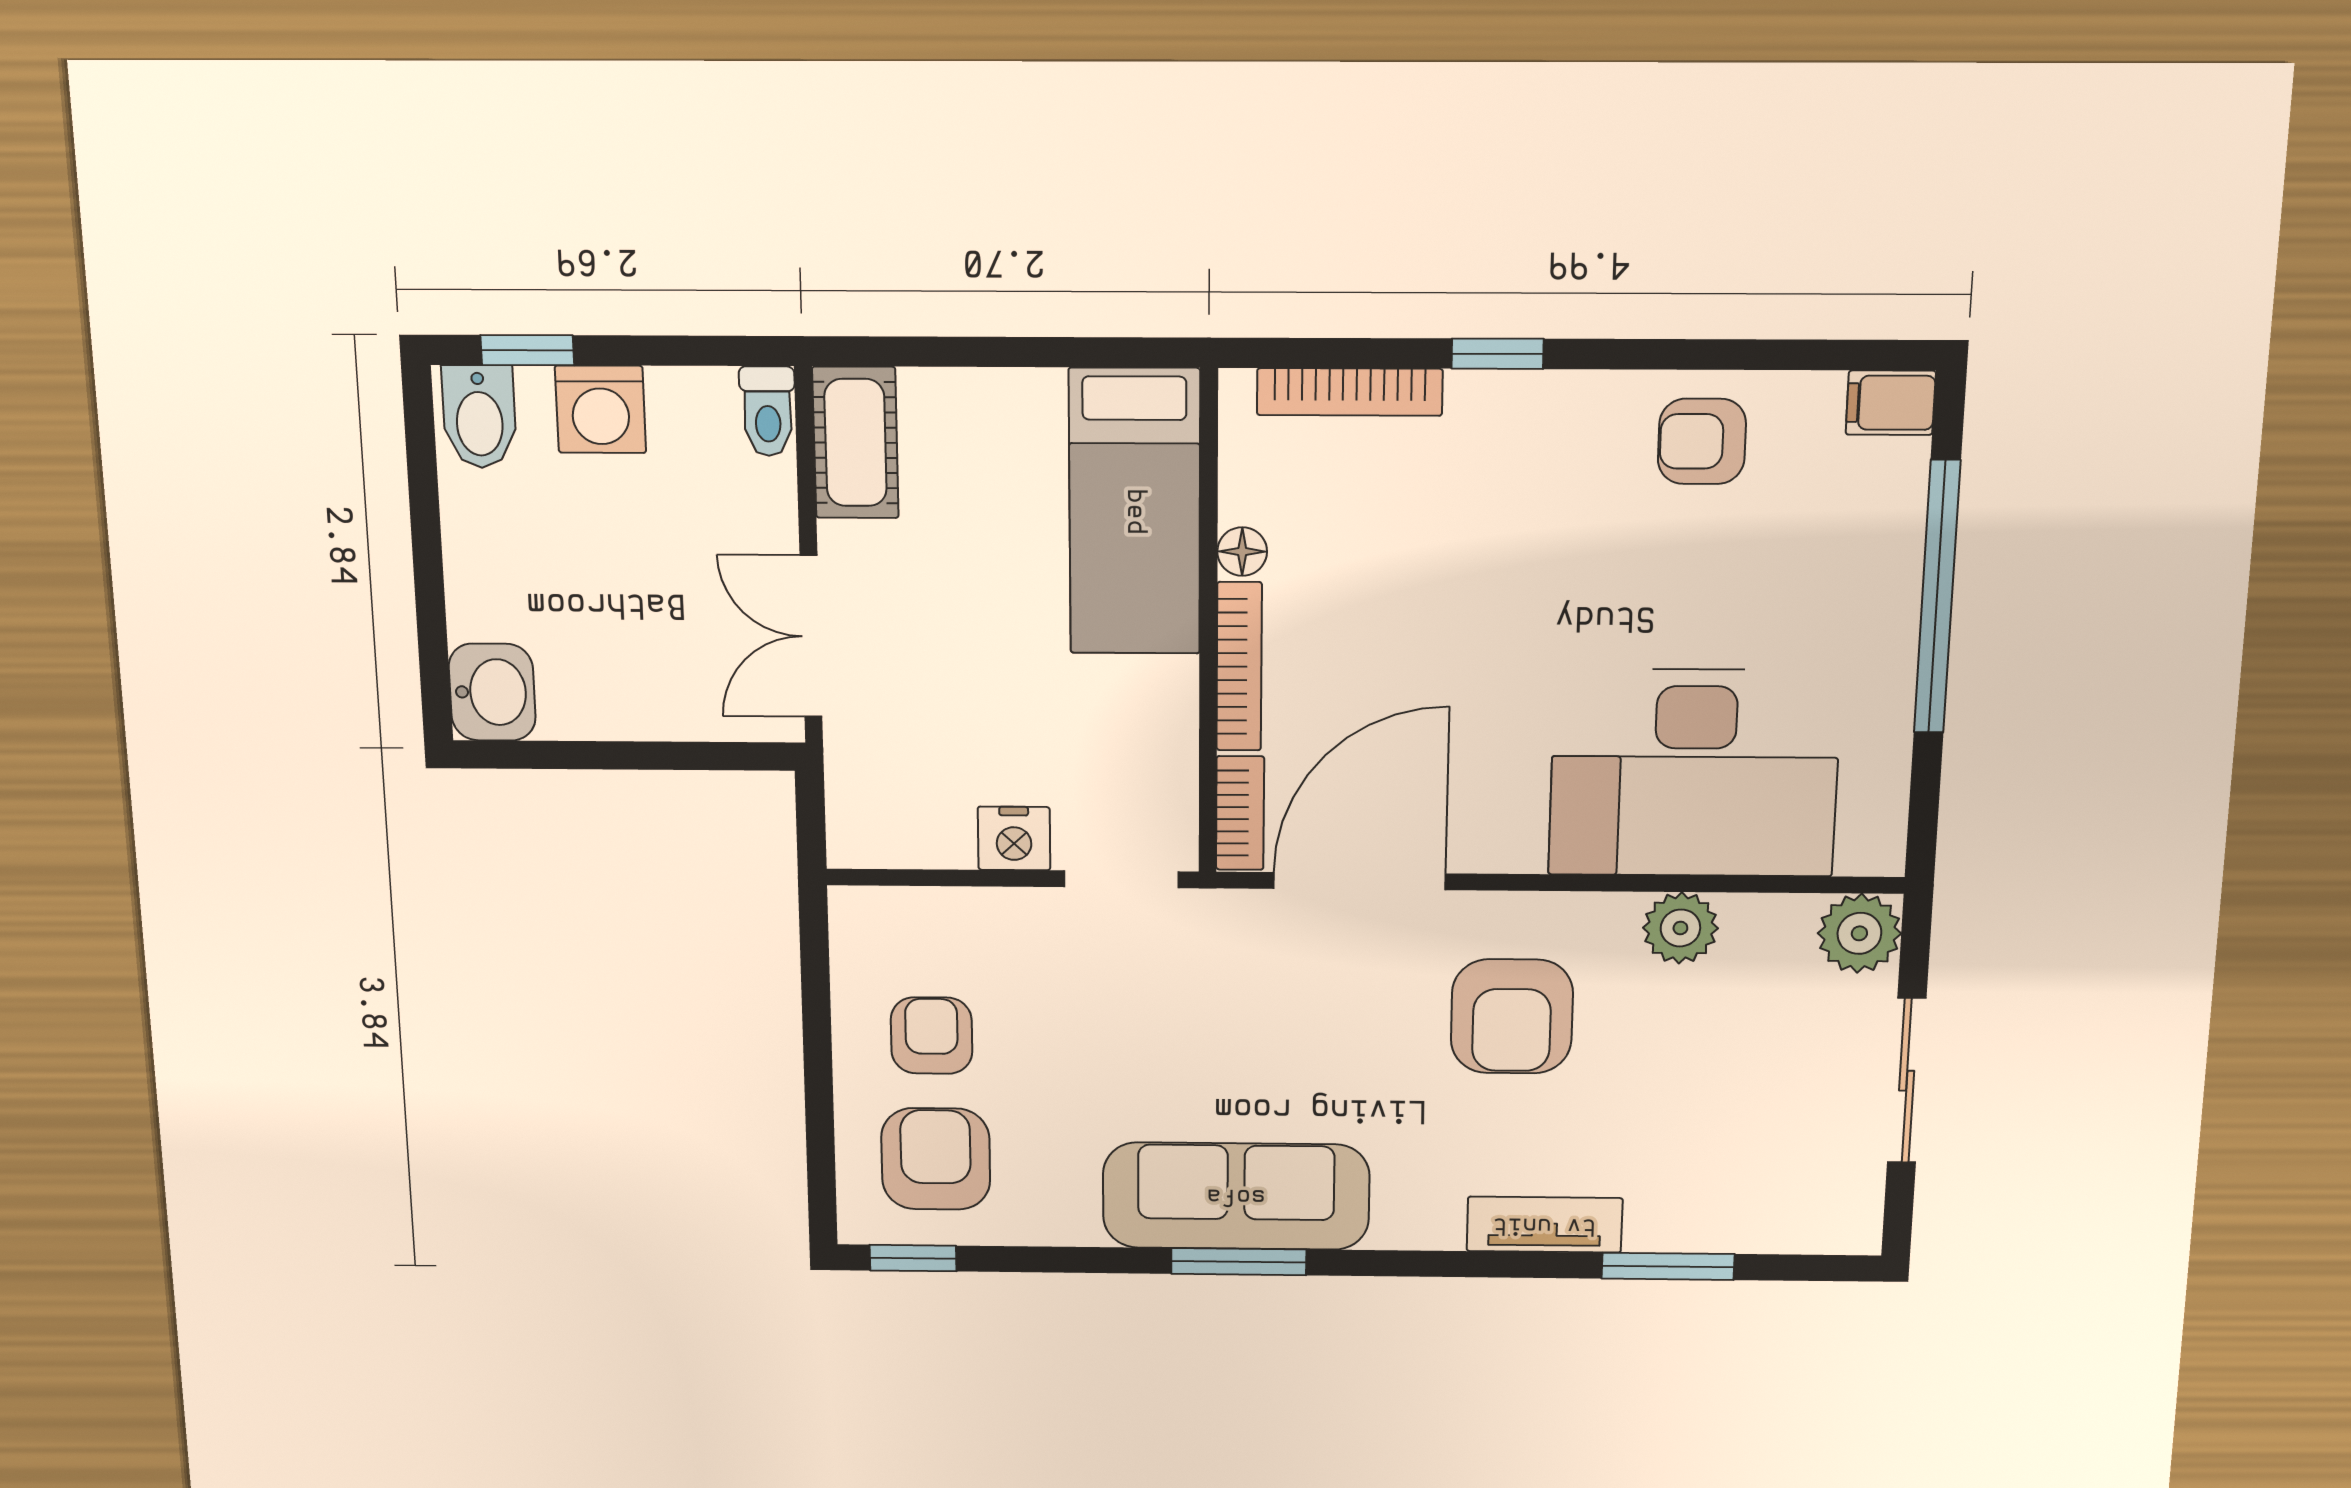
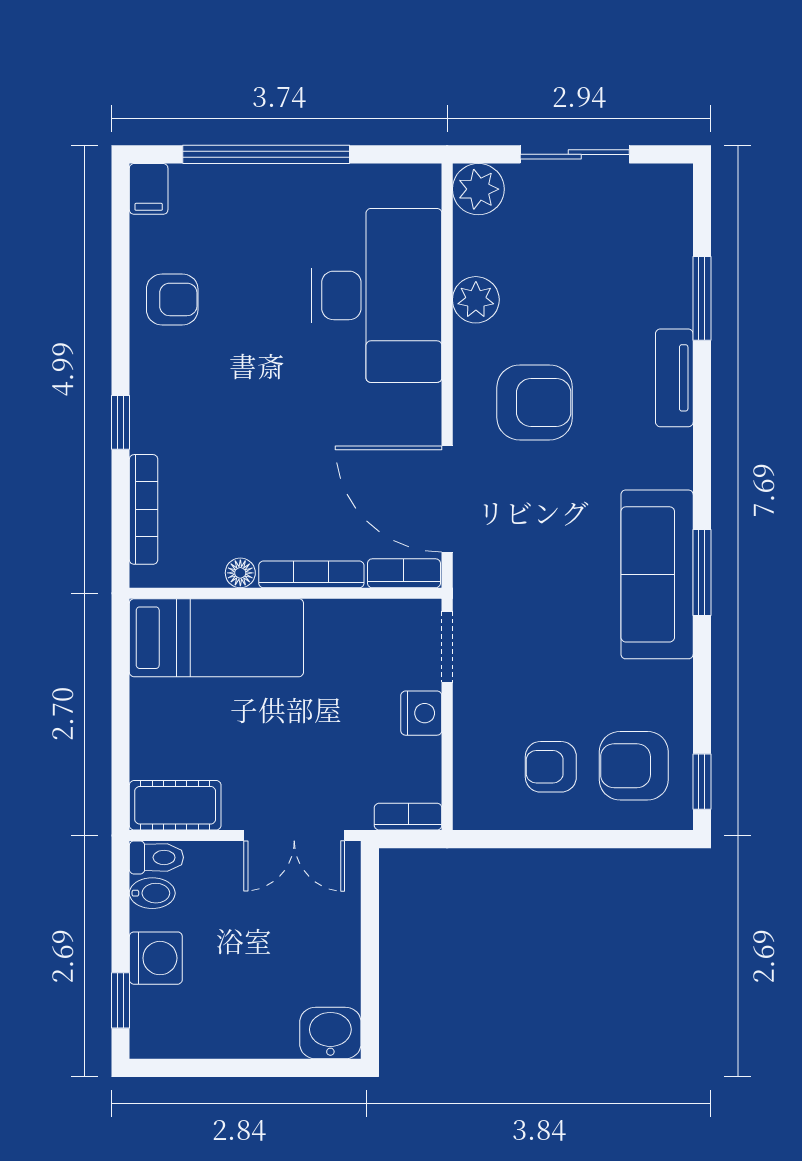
bidet: (479, 417) -> (152, 893), moved, width x0.72, depth x0.74
armchair: (1702, 441) -> (172, 299), turned -90
bookcase: (847, 817) -> (408, 817), added

